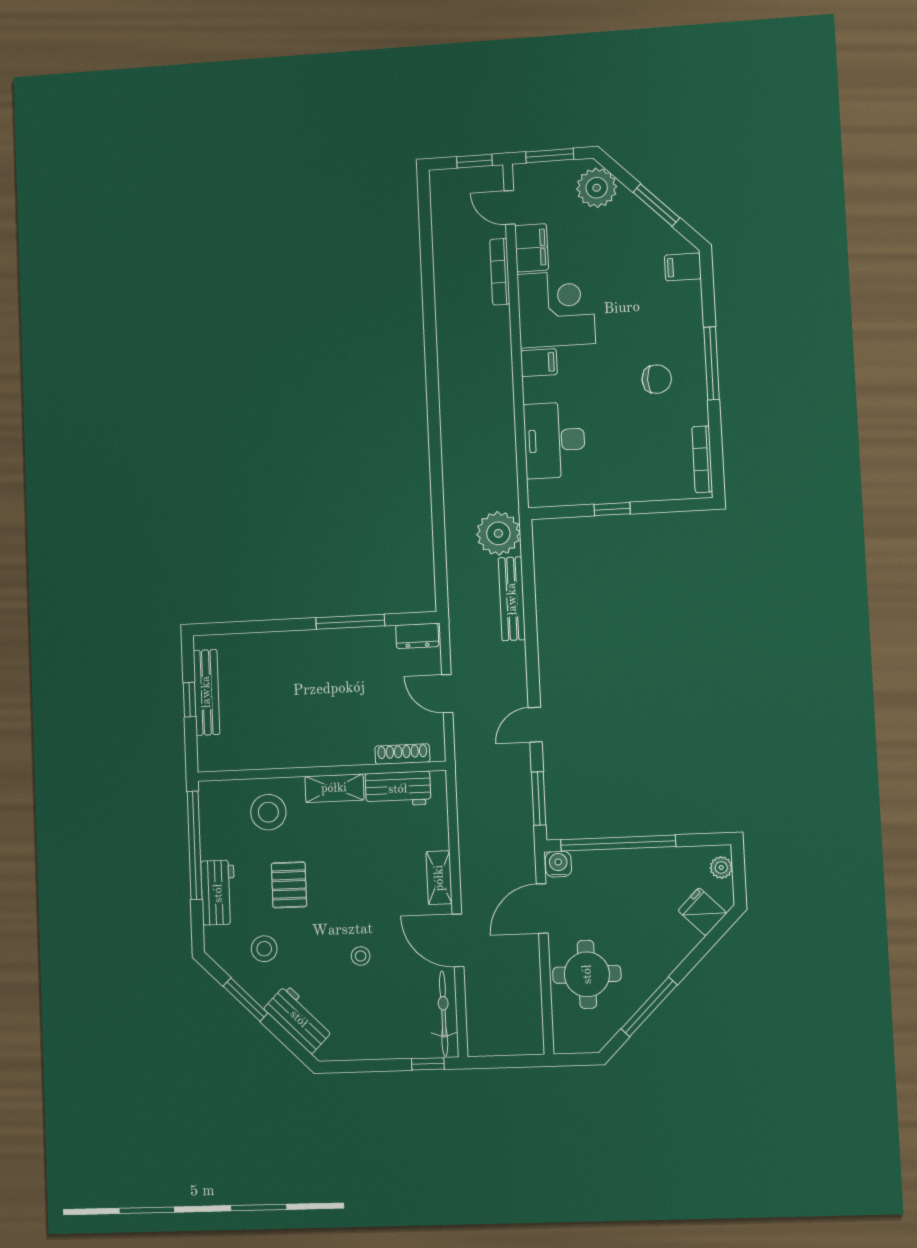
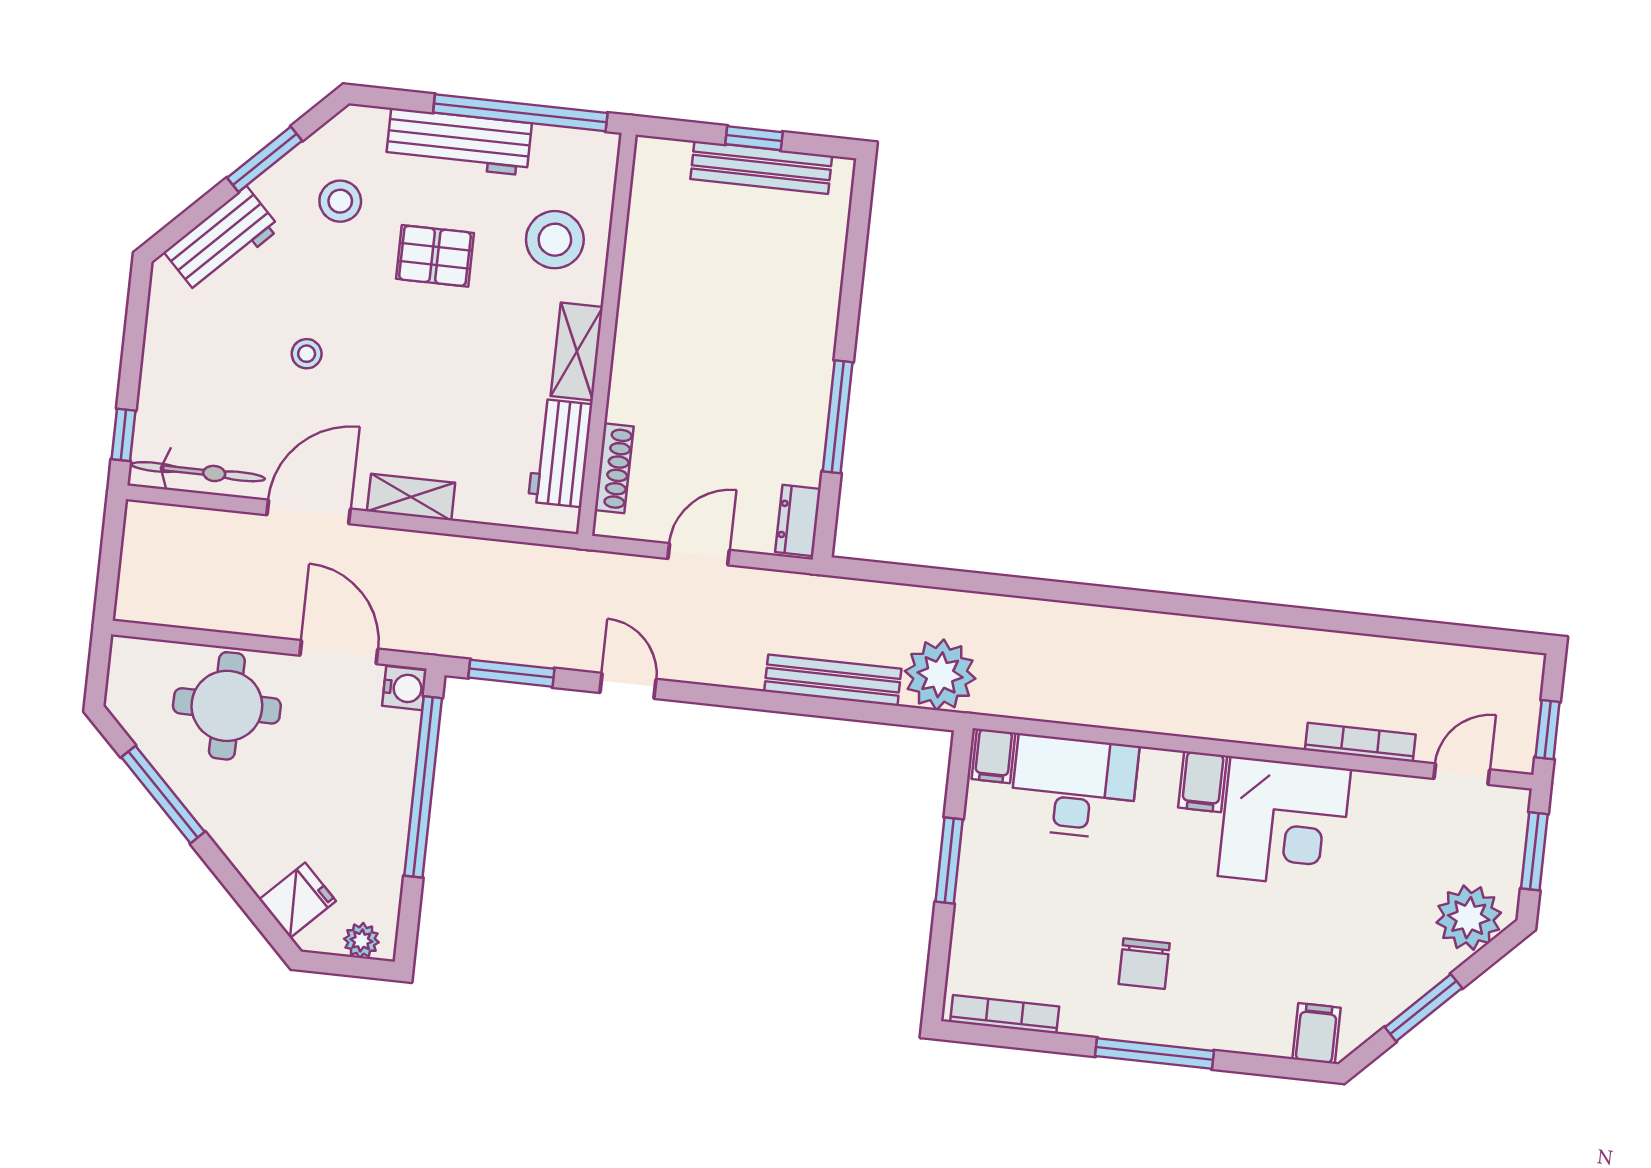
filing cabinet: (532, 248) -> (993, 756), moved, width x0.50
window: (612, 509) -> (949, 861), width x1.50
workbench: (218, 893) -> (459, 142), width x1.37

